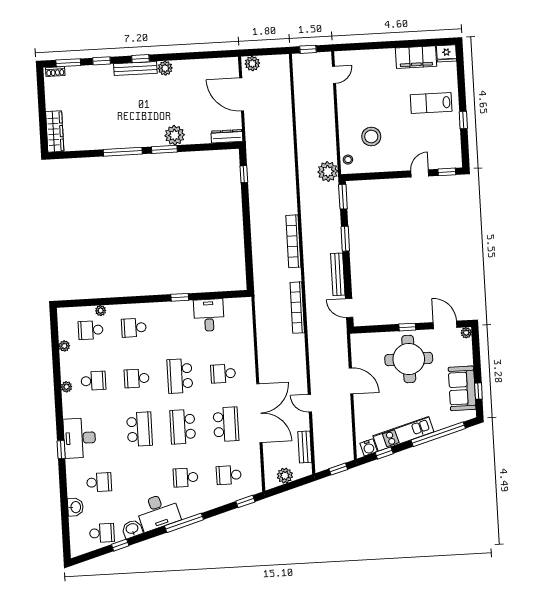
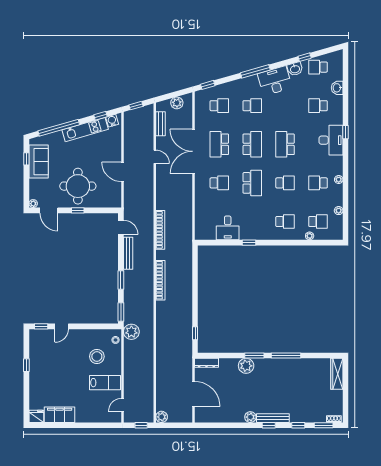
plant: (252, 64) -> (162, 417), moved
lab bench: (431, 103) -> (105, 383), moved

